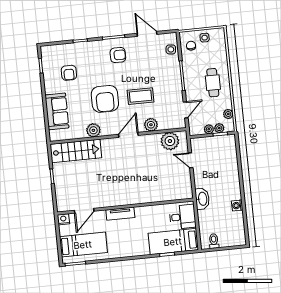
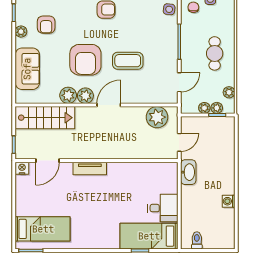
plant: (48, 81) -> (21, 32), added
plant: (151, 125) -> (85, 96), moved
door: (191, 160) -> (179, 142), swing flipped
washbasin: (202, 199) -> (188, 172), moved
wall: (125, 207) -> (96, 161), moved
door: (84, 211) -> (48, 161), moved
tv unit: (120, 214) -> (90, 168), moved
nightstand: (63, 219) -> (22, 168), moved

